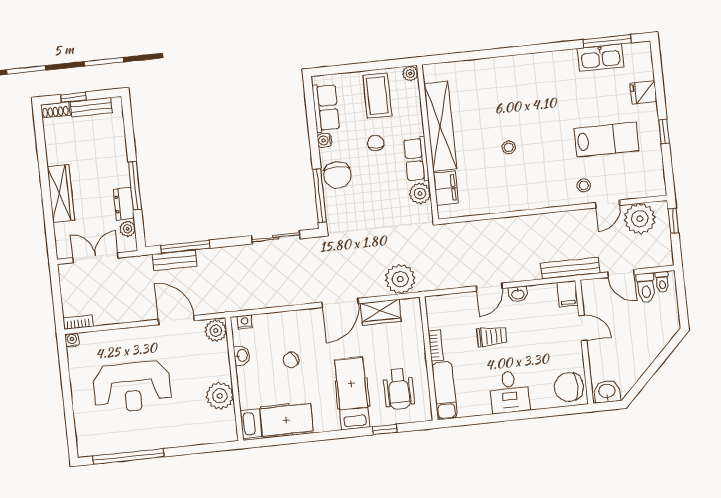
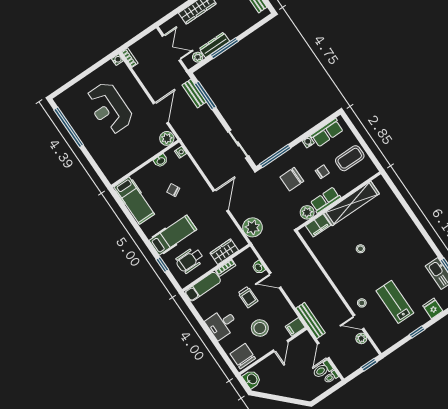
plant: (410, 74) -> (372, 170), removed
lab bench: (607, 139) -> (395, 302), turned 180
chair: (337, 175) -> (292, 179), moved
dresser: (124, 204) -> (214, 45), width x1.44
plant: (640, 219) -> (361, 338), width x0.53, depth x0.53
washbasin: (518, 294) -> (259, 267), moved
door: (340, 303) -> (221, 201), swing flipped
wardrobe: (381, 312) -> (224, 252), moved, turned 90
stool: (543, 343) -> (260, 328), added
plant: (220, 396) -> (131, 161), removed

